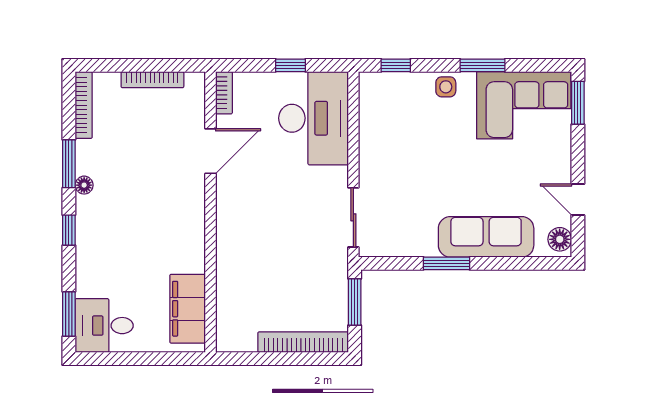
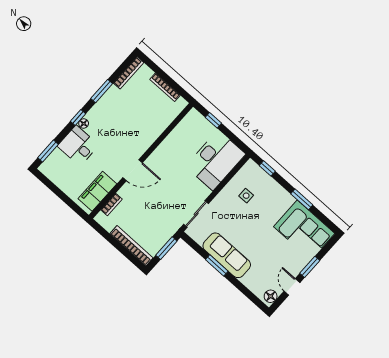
window: (290, 65) -> (213, 120), moved
side table: (446, 87) -> (246, 196), moved
bookcase: (224, 93) -> (112, 205), moved
window: (578, 103) -> (310, 267), moved
door: (211, 151) -> (133, 170), moved
floor lamp: (84, 185) -> (84, 124), moved
sofa: (486, 237) -> (227, 255), moved
desk: (104, 326) -> (78, 146), moved

